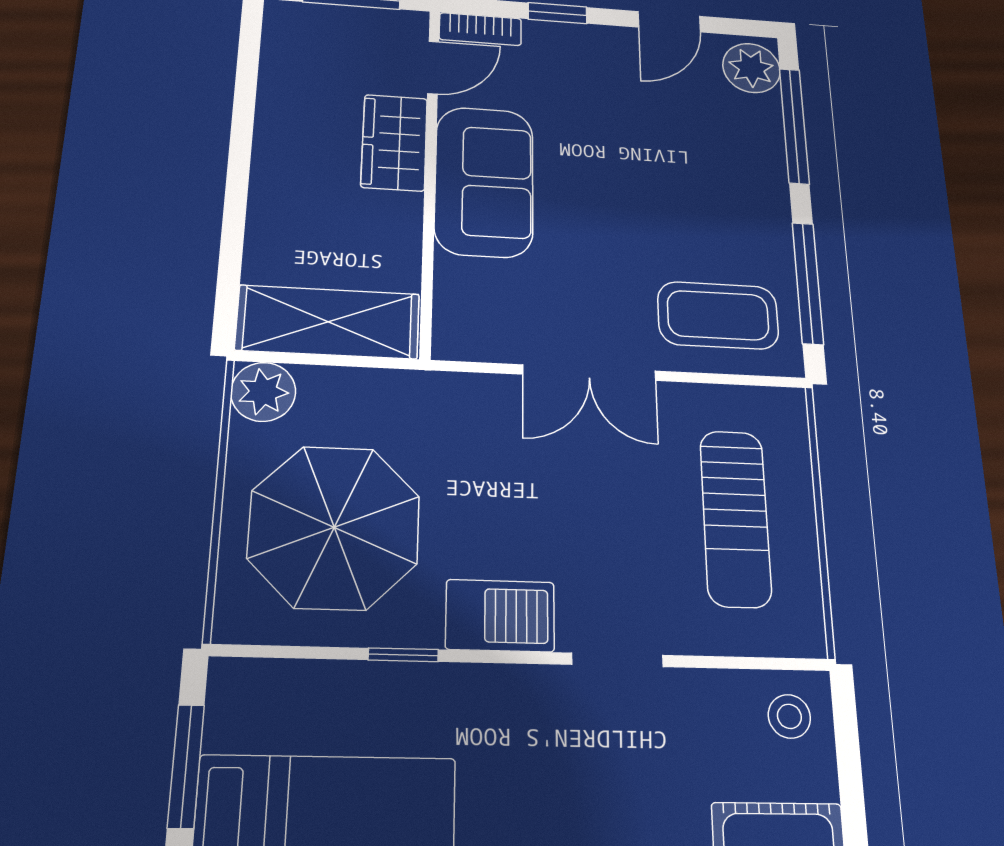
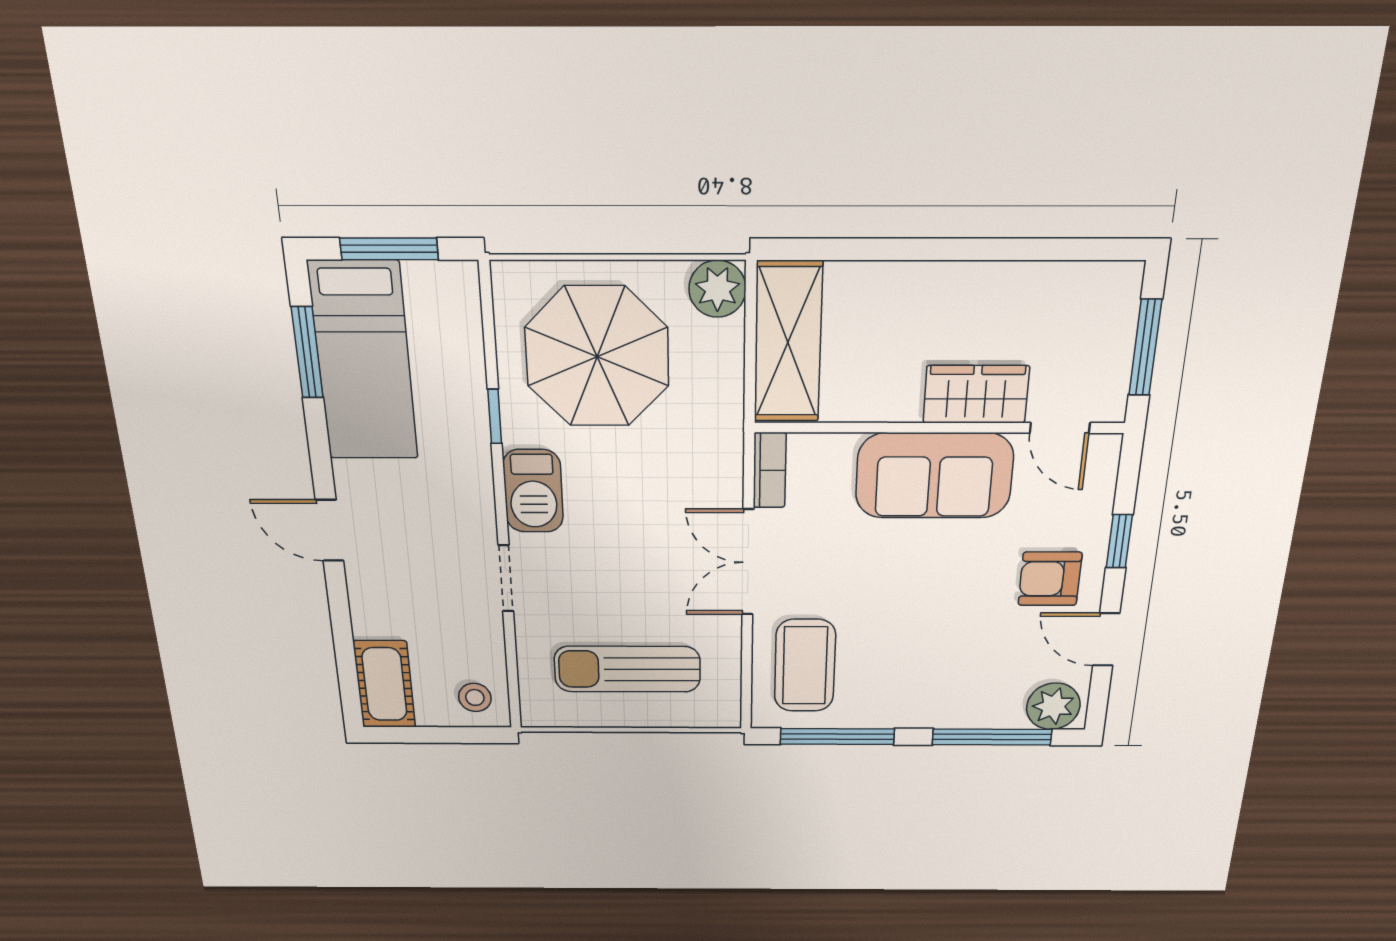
bookcase: (480, 29) -> (770, 470), moved, turned 180
armchair: (601, 73) -> (1050, 579), added

